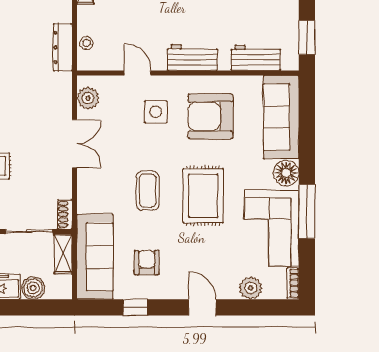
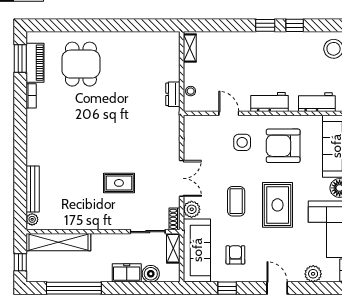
dresser: (63, 47) -> (173, 94), width x0.70
plant: (88, 98) -> (192, 209), moved
double door: (74, 144) -> (182, 178), moved

